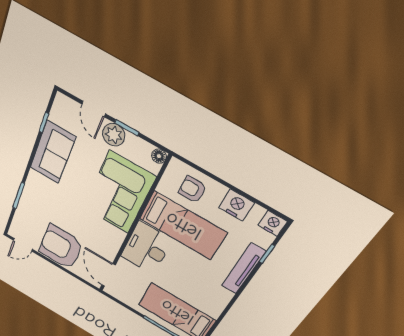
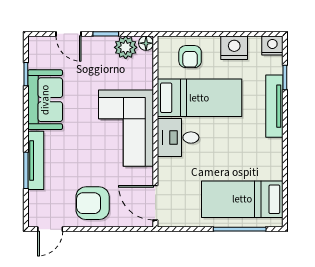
plant: (114, 135) -> (126, 47), moved
armchair: (192, 189) -> (190, 57), turned -90
tv unit: (29, 193) -> (36, 160), added
corner sofa: (119, 193) -> (126, 128), moved
armchair: (61, 247) -> (93, 203), width x0.73, depth x0.73
desk: (146, 248) -> (178, 138), width x0.73

